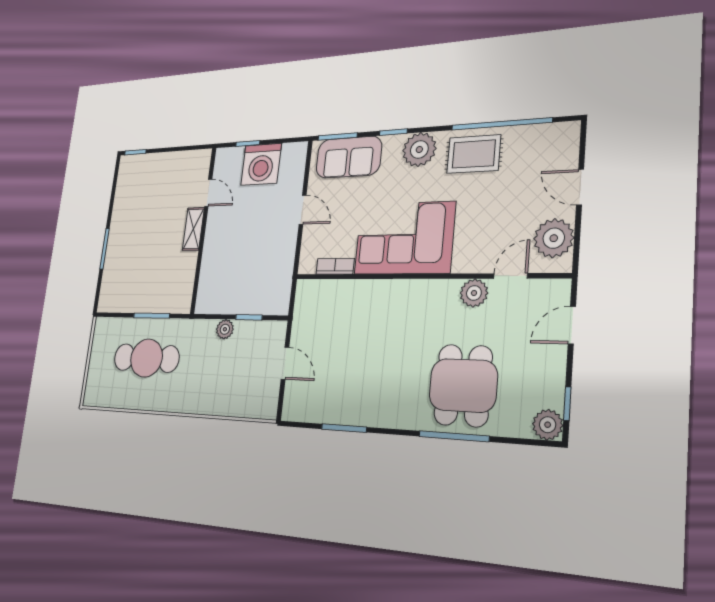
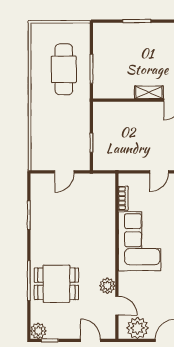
plant: (225, 329) -> (84, 126), removed

